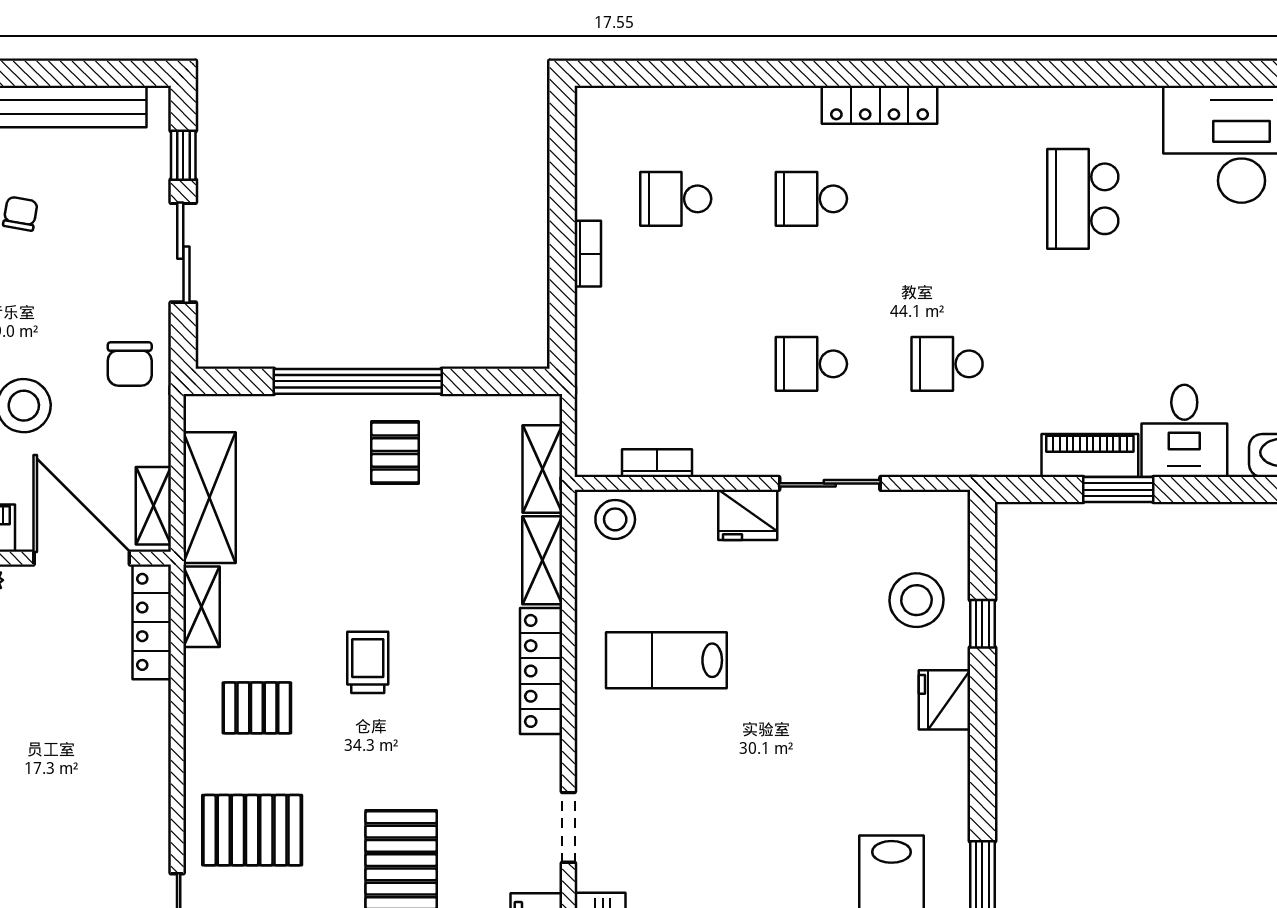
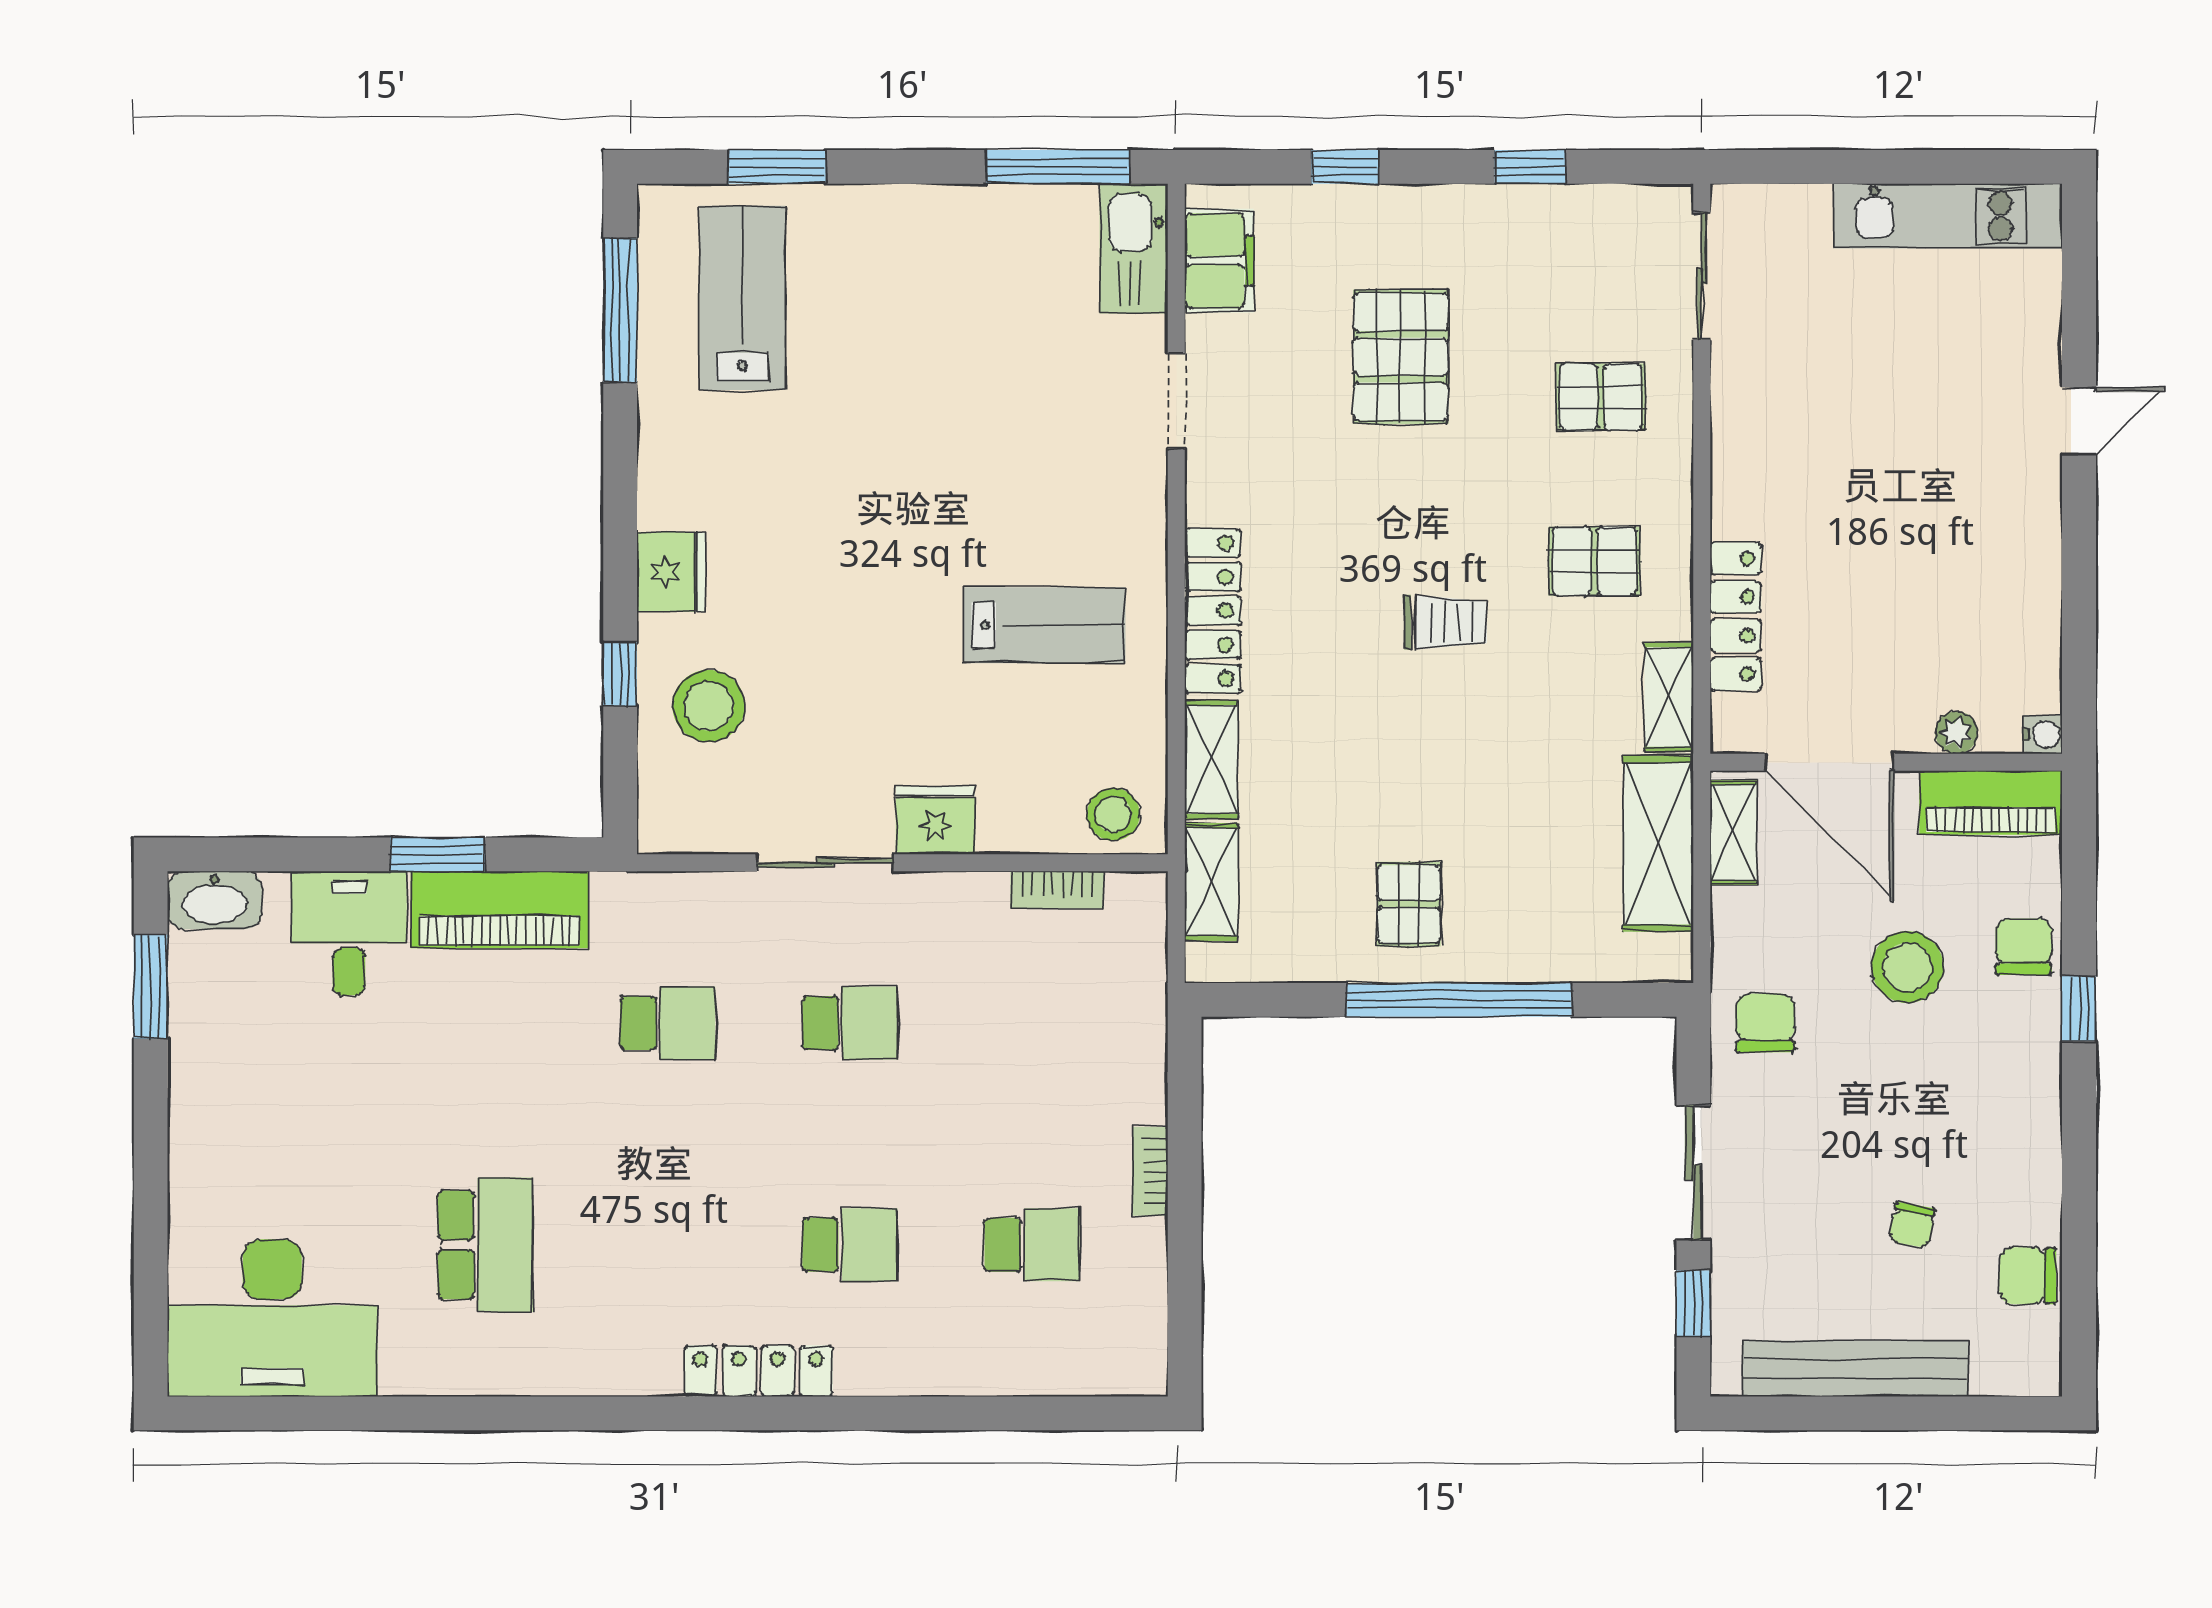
piano: (1090, 455) -> (500, 910), width x1.37, depth x1.33
locker: (152, 622) -> (1736, 616), moved
trolley: (368, 662) -> (1446, 622), turned -90
pallet: (252, 830) -> (1601, 397), width x0.67, depth x0.71

